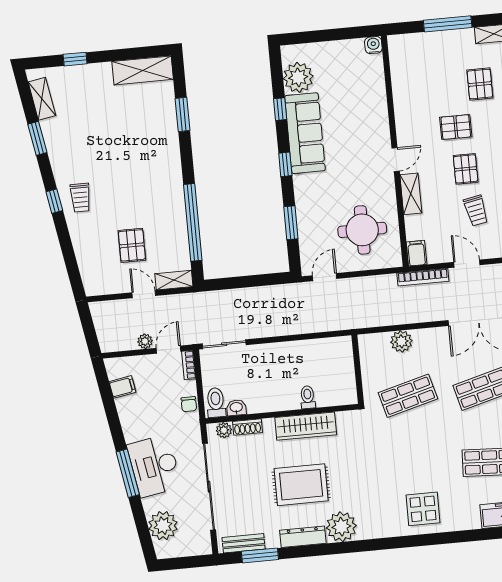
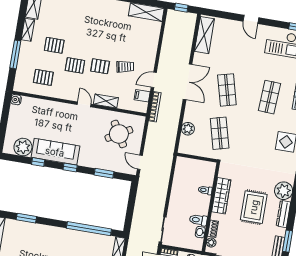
pallet: (422, 80) -> (43, 77), added
pallet: (456, 127) -> (75, 65), turned 90
round table: (362, 230) -> (119, 134), turned -30
filing cabinet: (417, 253) -> (142, 96), moved
toilet: (216, 403) -> (198, 220), moved

